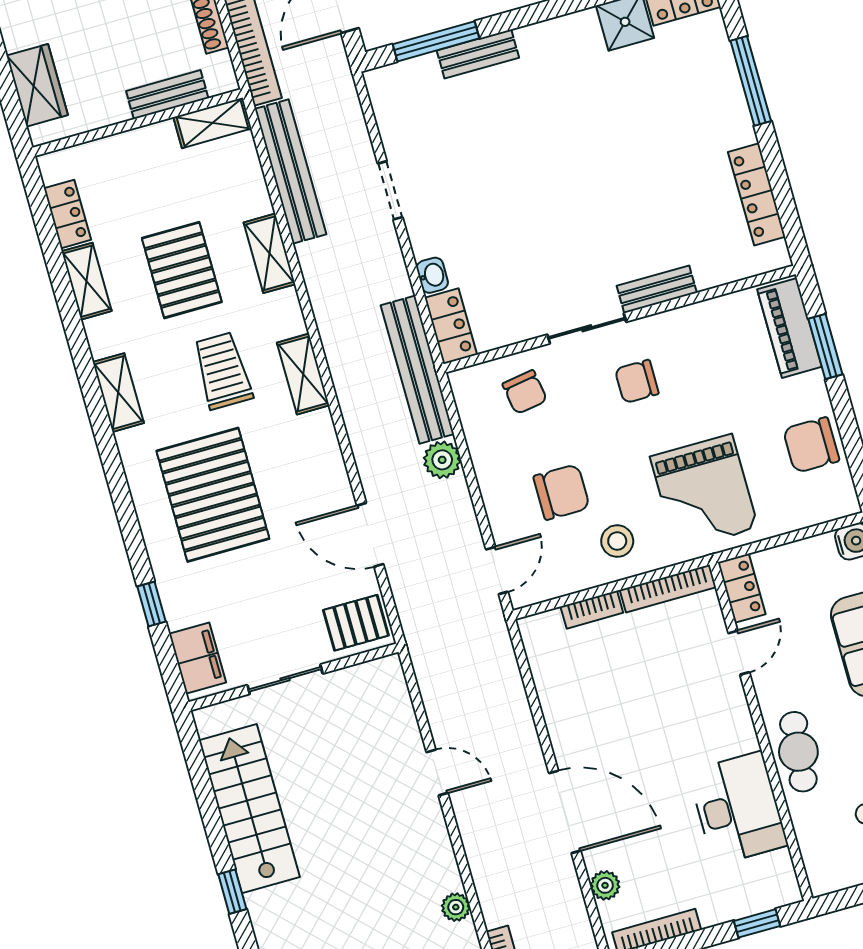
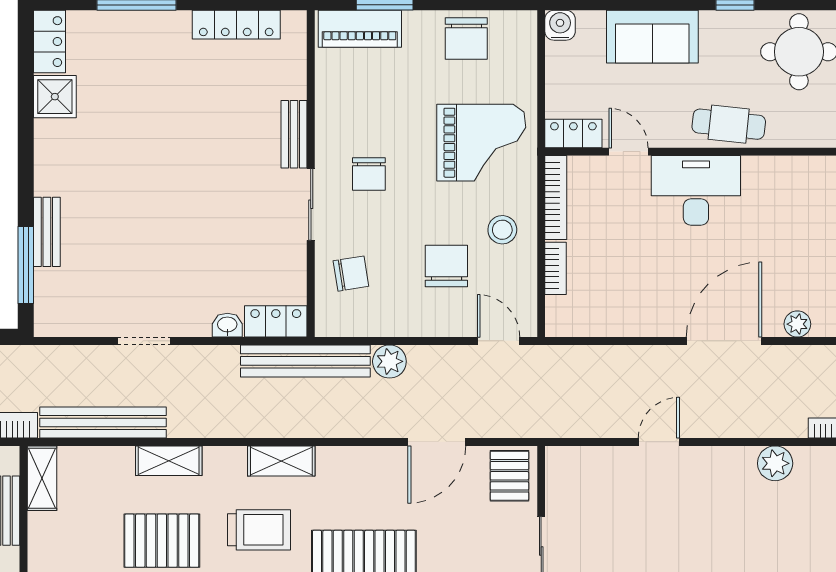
trolley: (223, 371) -> (259, 530), turned 180
desk: (738, 808) -> (696, 190), moved
plant: (456, 907) -> (775, 463), width x1.38, depth x1.38

